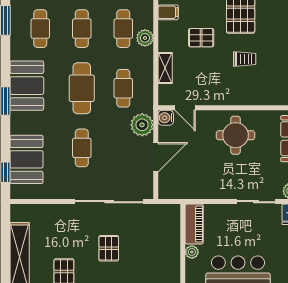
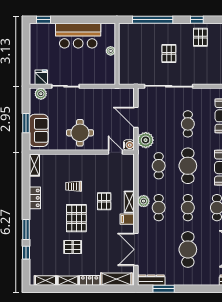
pallet: (201, 38) -> (104, 201), turned 90
shelving: (165, 68) -> (129, 202), moved
door: (156, 157) -> (136, 117), hinge flipped
piano: (194, 224) -> (109, 70), removed

